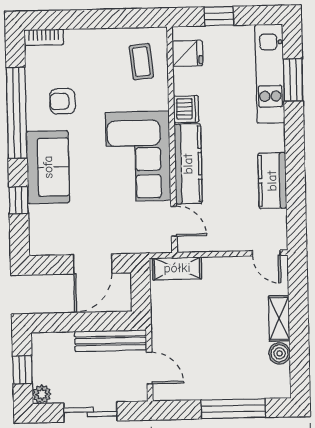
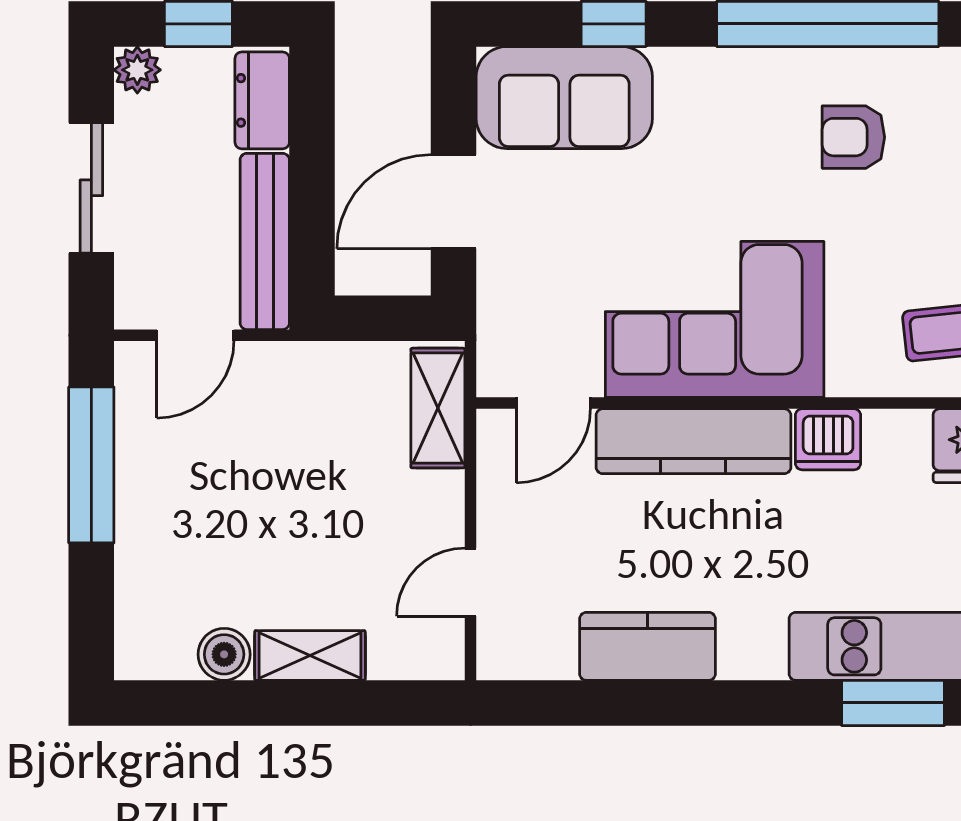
armchair: (63, 101) -> (853, 137), turned -90
sofa: (48, 167) -> (564, 98), moved
door: (266, 253) -> (470, 582), moved
door: (93, 264) -> (453, 202), hinge flipped
dresser: (53, 343) -> (262, 100), added
window: (233, 409) -> (91, 465), moved

